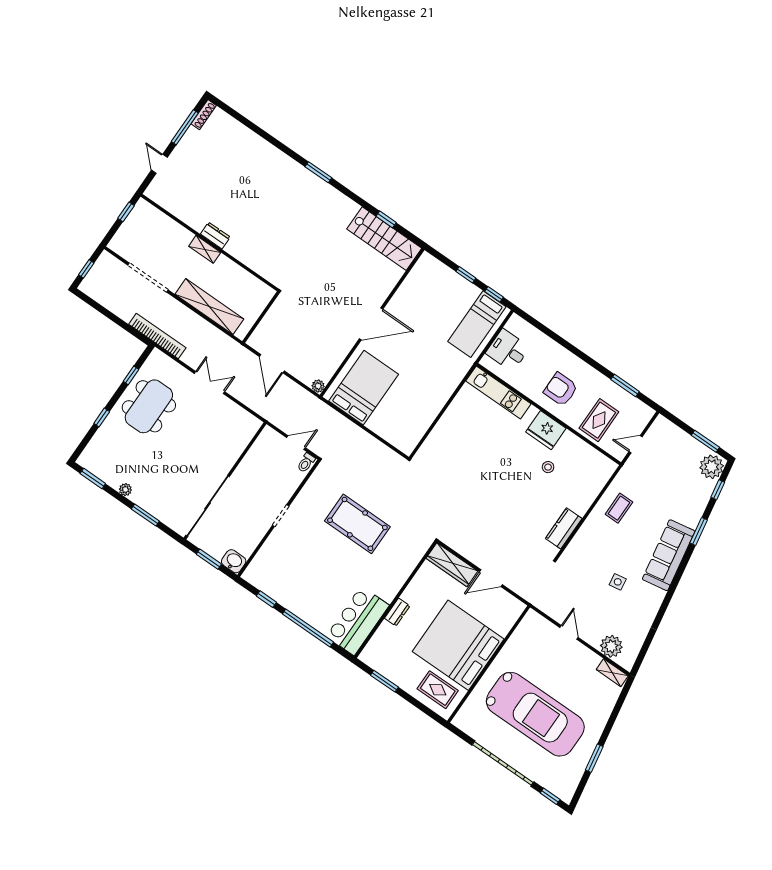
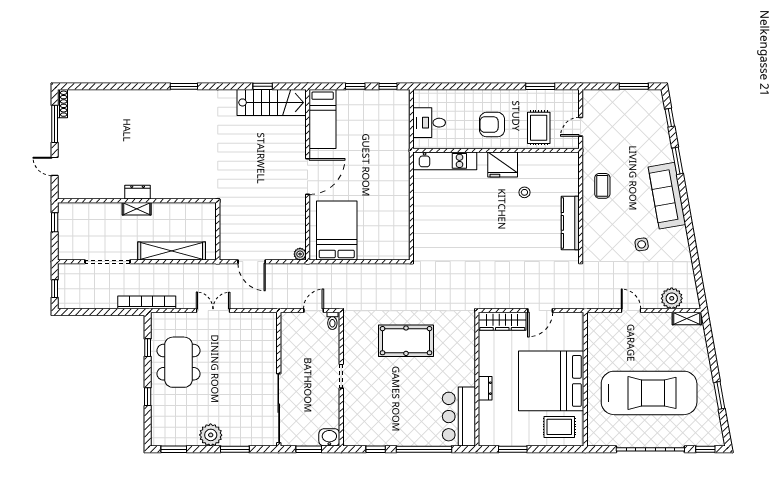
bed: (477, 324) -> (323, 119), moved
plant: (712, 467) -> (652, 103), removed
plant: (125, 490) -> (211, 435), width x1.88, depth x1.88
kitchen counter: (564, 528) -> (570, 223), width x1.50

